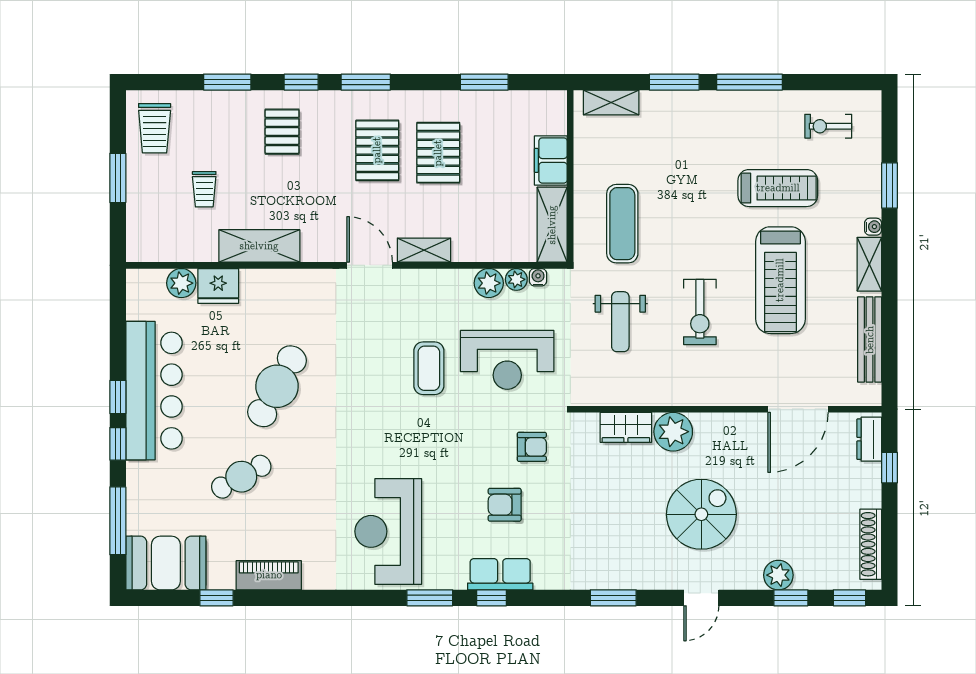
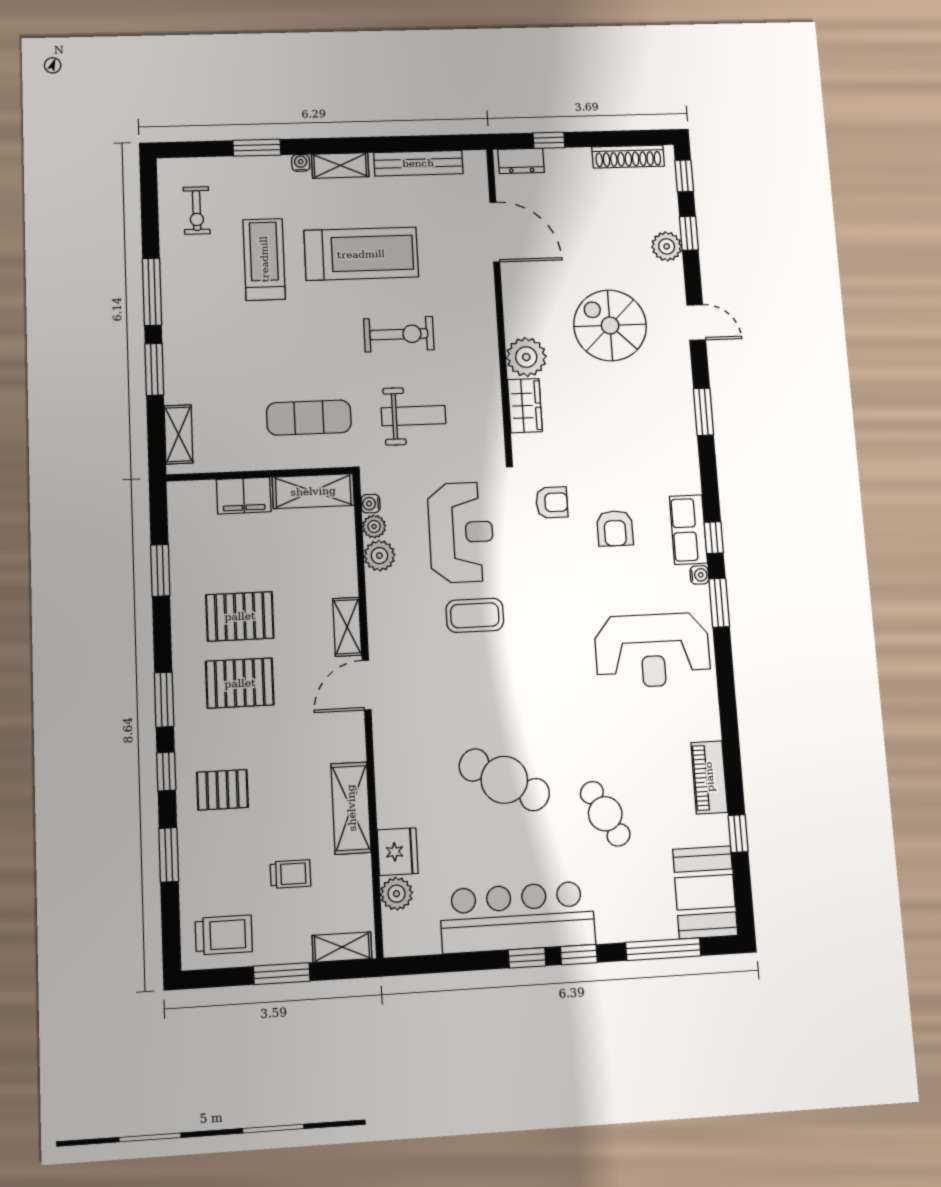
shelving: (138, 232) -> (342, 947), added
armchair: (532, 447) -> (552, 502), turned 90
water cooler: (457, 581) -> (699, 575), added

